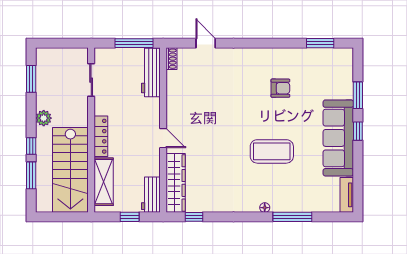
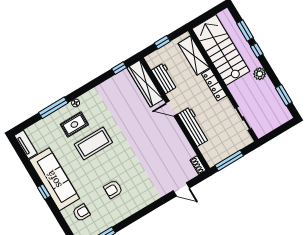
workbench: (151, 72) -> (194, 127), moved
armchair: (331, 83) -> (81, 213), added
window: (358, 95) -> (58, 216), removed
rug: (280, 185) -> (74, 125), added
workbench: (151, 195) -> (165, 78), moved

